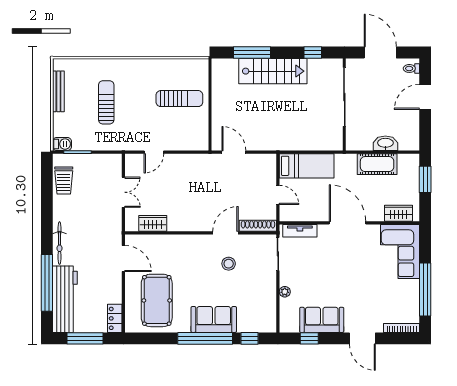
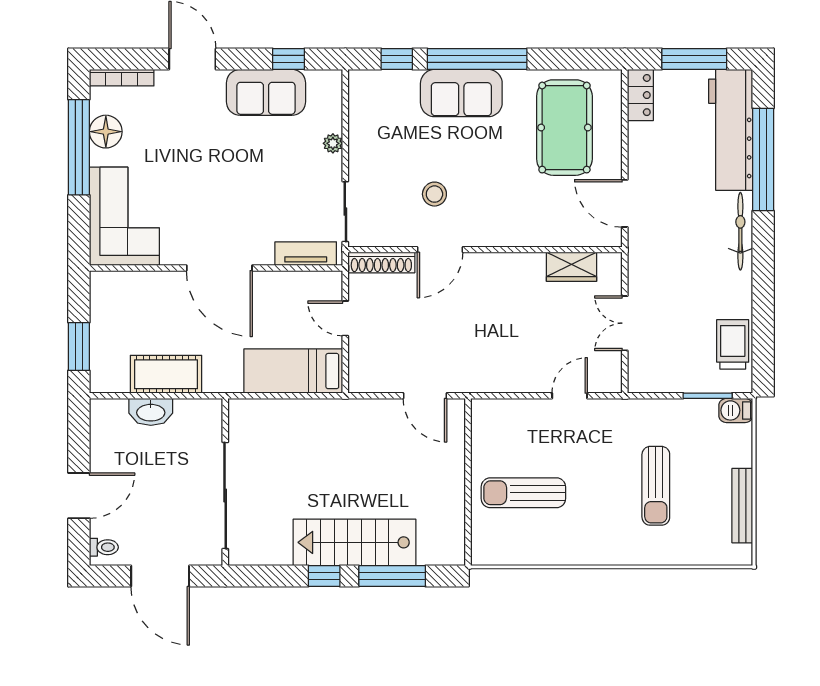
window: (313, 52) -> (324, 576), moved
wardrobe: (398, 213) -> (127, 285), removed
floor lamp: (410, 298) -> (106, 132), added

